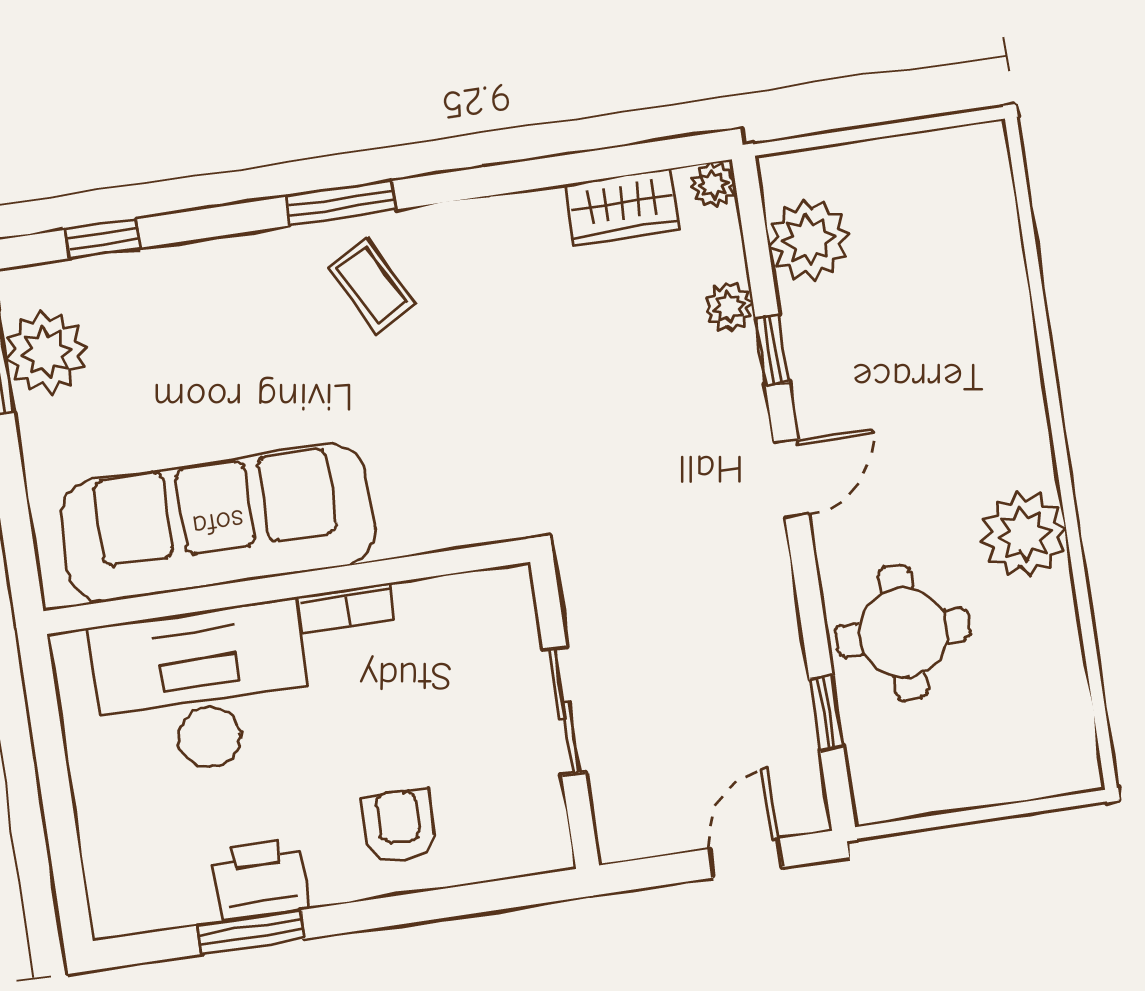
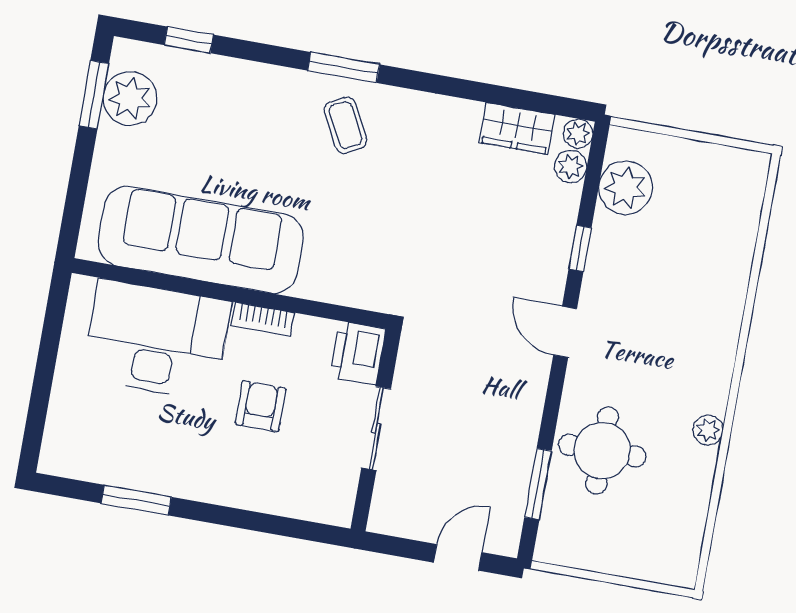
plant: (729, 307) -> (571, 166), moved
door: (791, 479) -> (565, 332), swing flipped
plant: (1024, 534) -> (708, 430), width x0.53, depth x0.53
window: (826, 713) -> (538, 484), width x1.50
armchair: (399, 827) -> (261, 406), moved
printer: (260, 879) -> (358, 353), moved, turned -90

